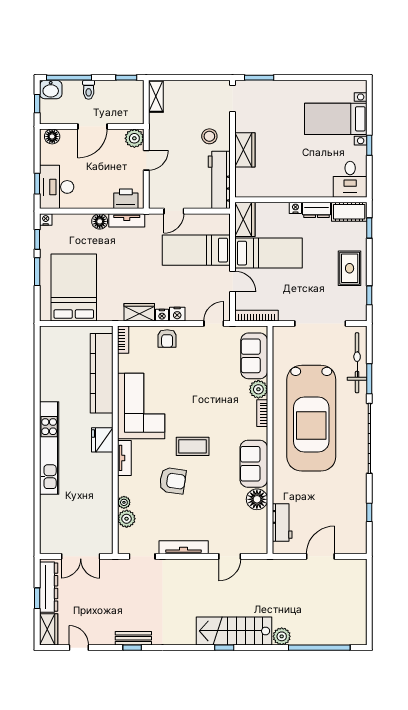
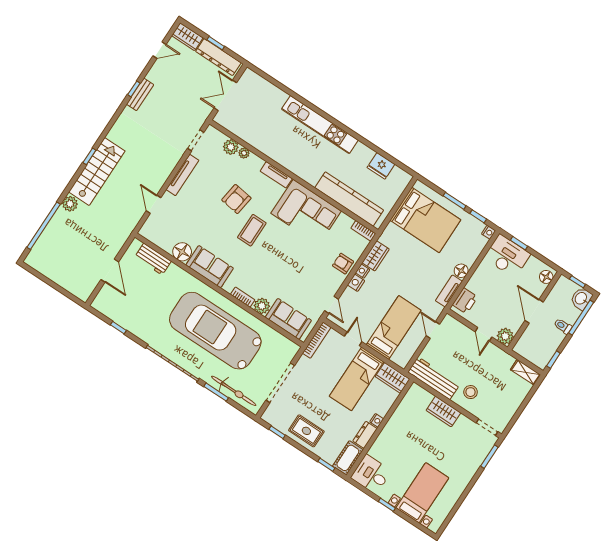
door: (233, 281) -> (353, 339), swing flipped
fridge: (102, 440) -> (381, 166), moved, turned 180

